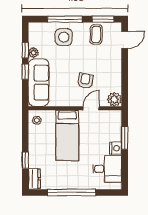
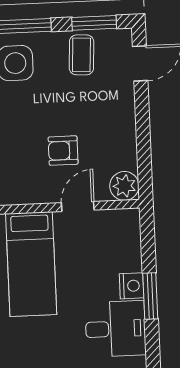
armchair: (85, 81) -> (63, 151), turned -100
window: (125, 138) -> (150, 296), moved

